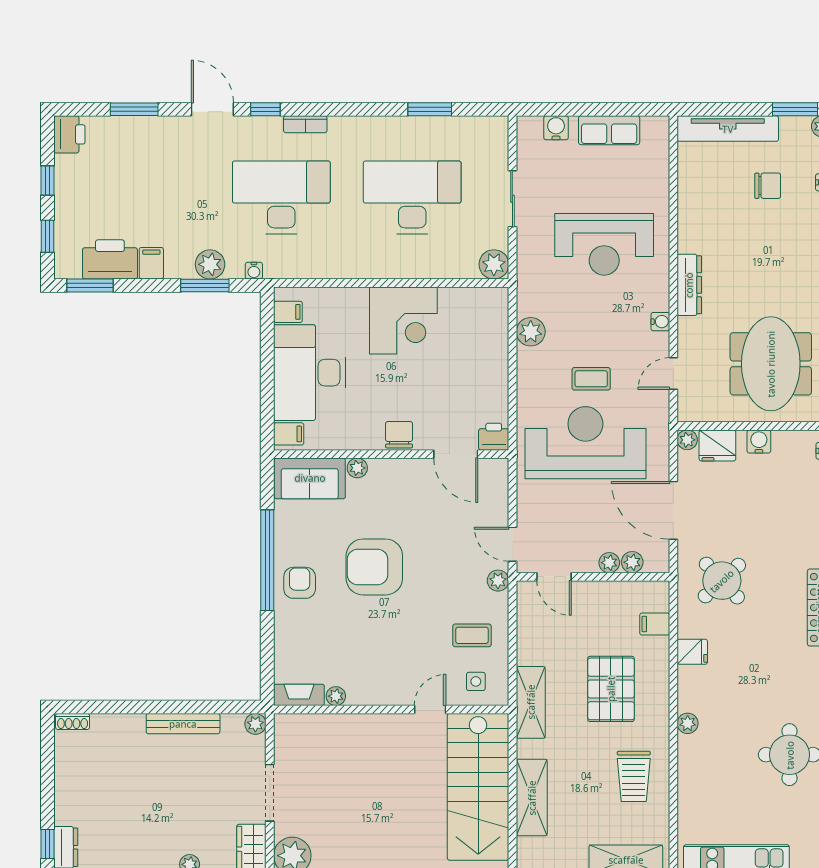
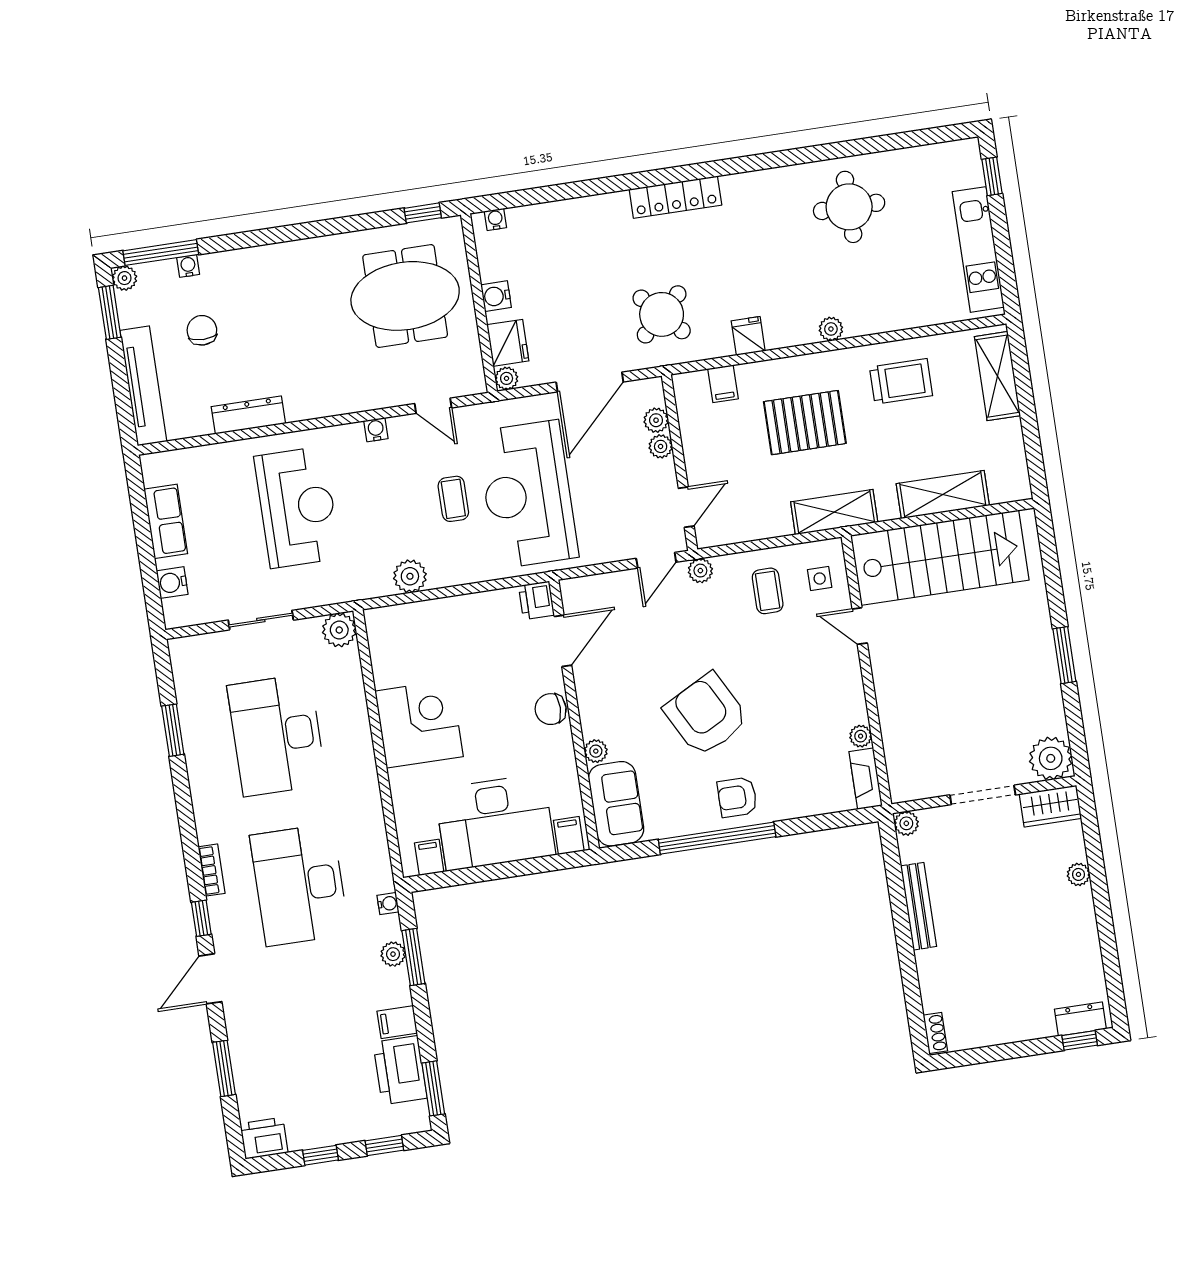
plant: (210, 264) -> (393, 954), width x0.73, depth x0.73
dresser: (689, 285) -> (248, 415), moved
armchair: (374, 567) -> (706, 715), turned 152

